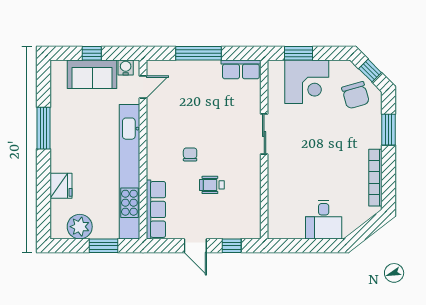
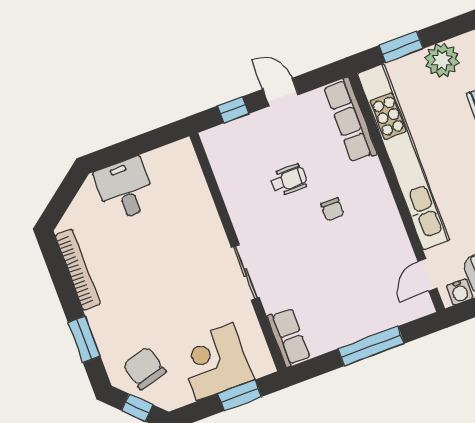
row of seats: (241, 69) -> (289, 337), moved, turned 90

